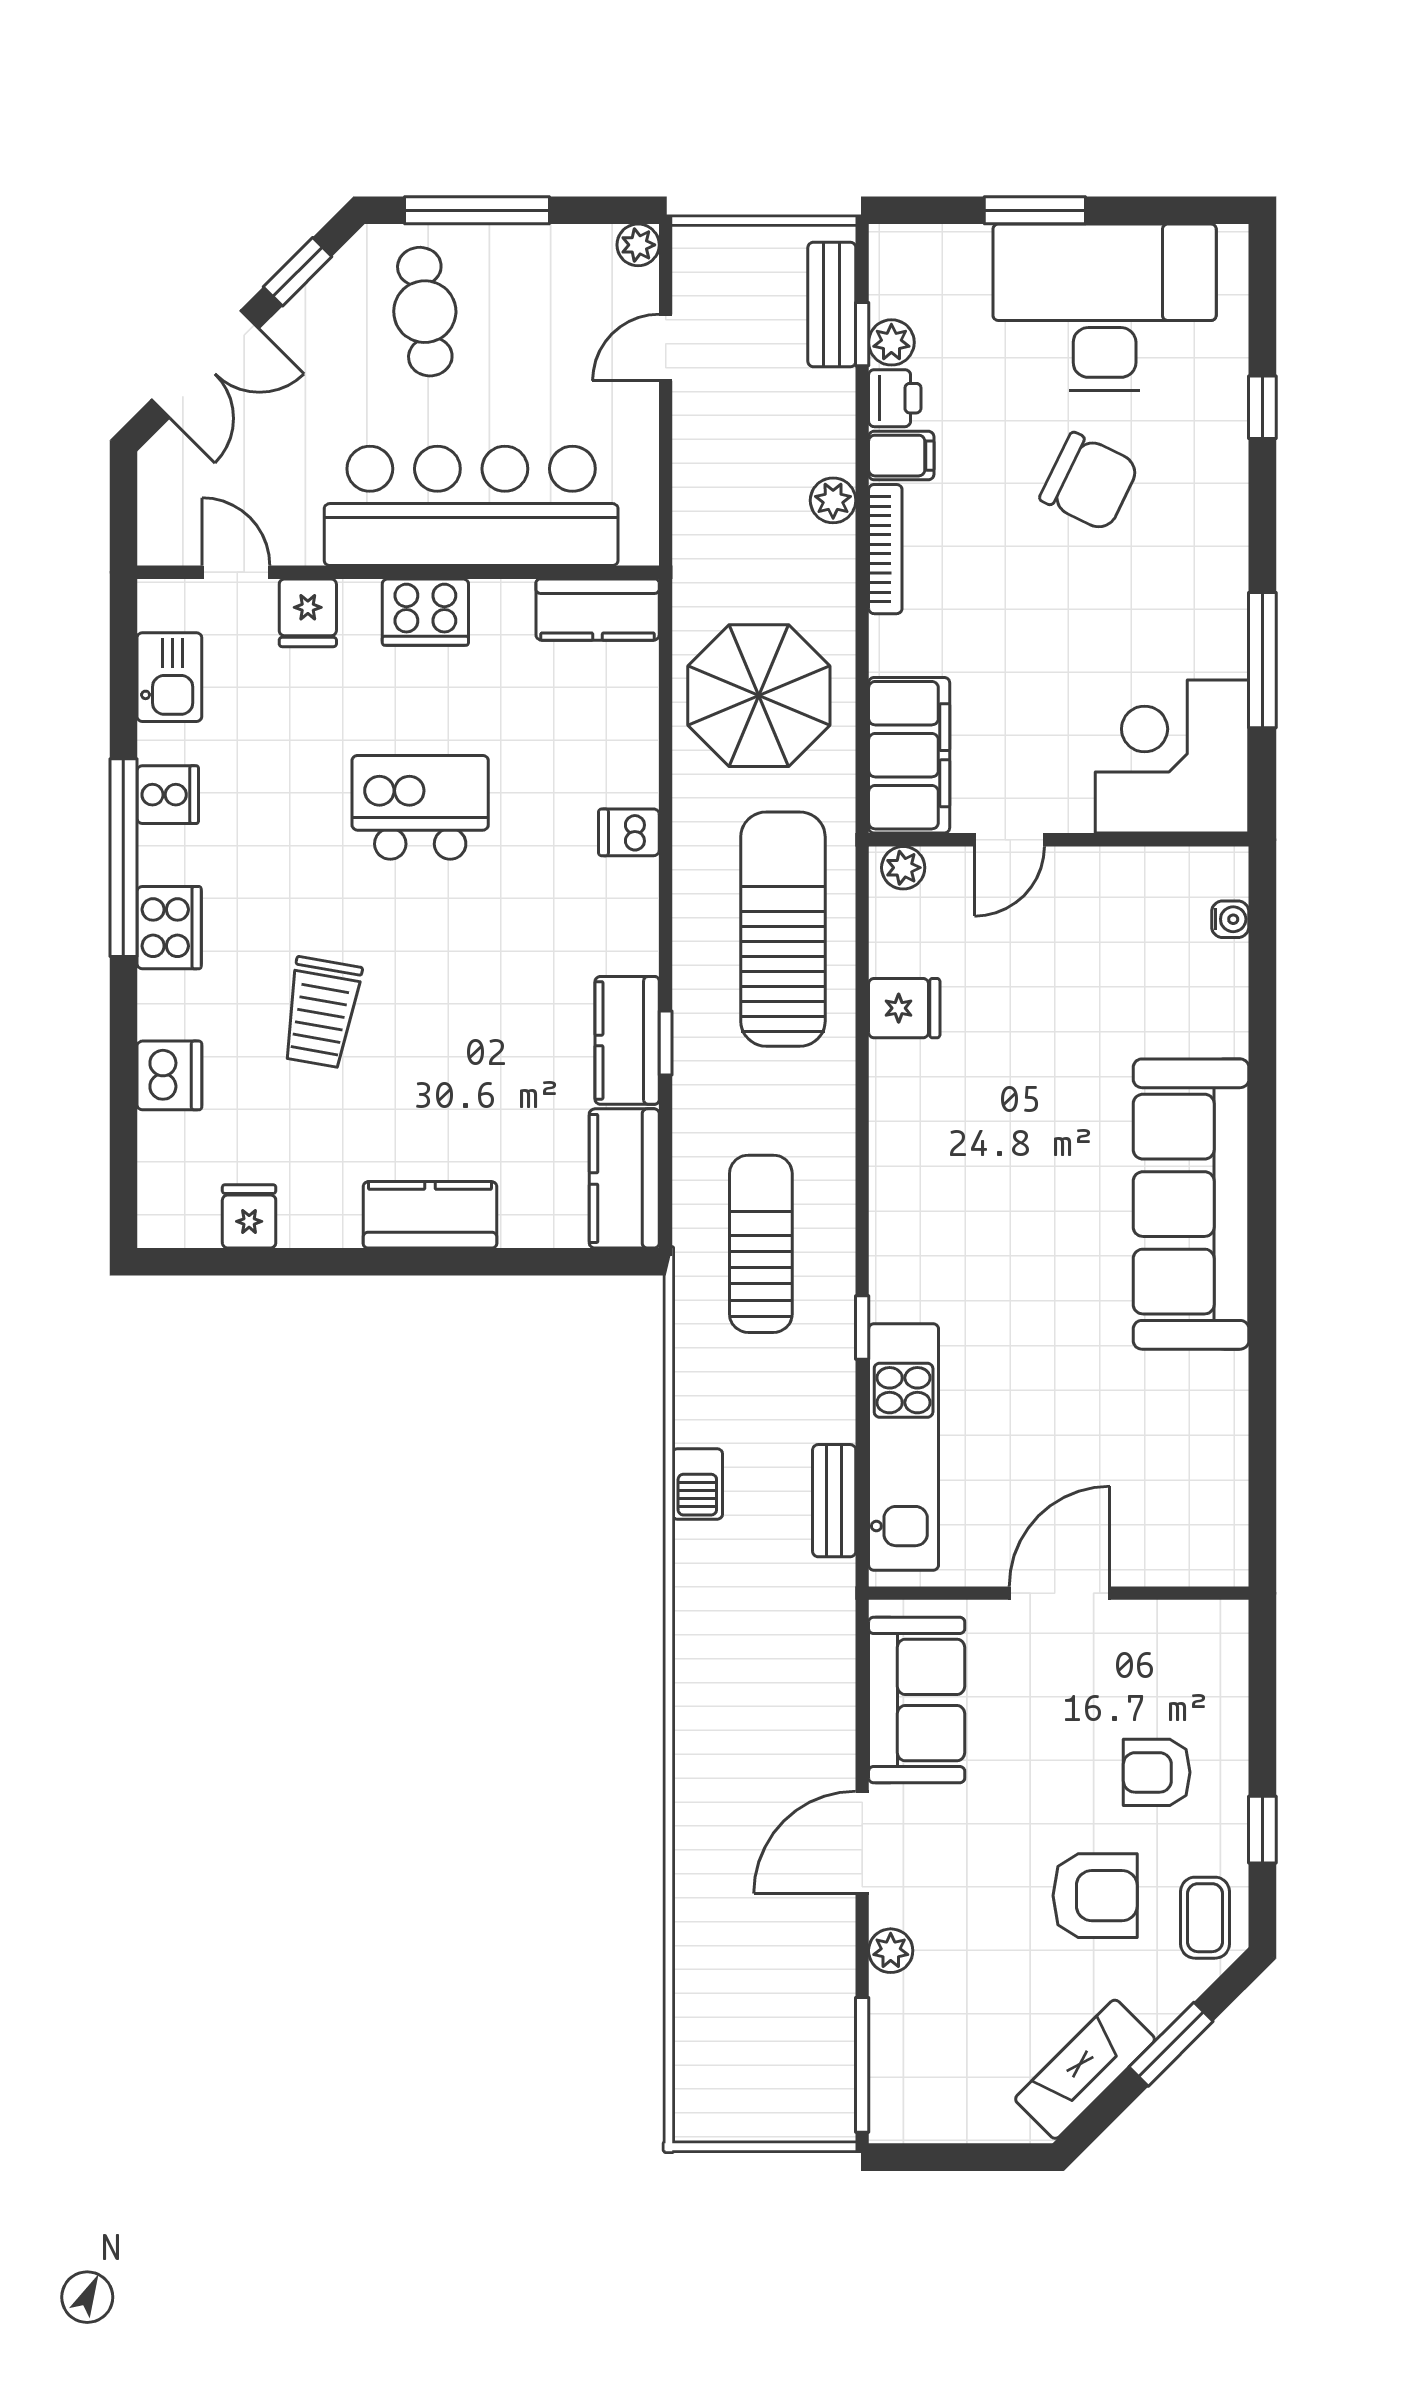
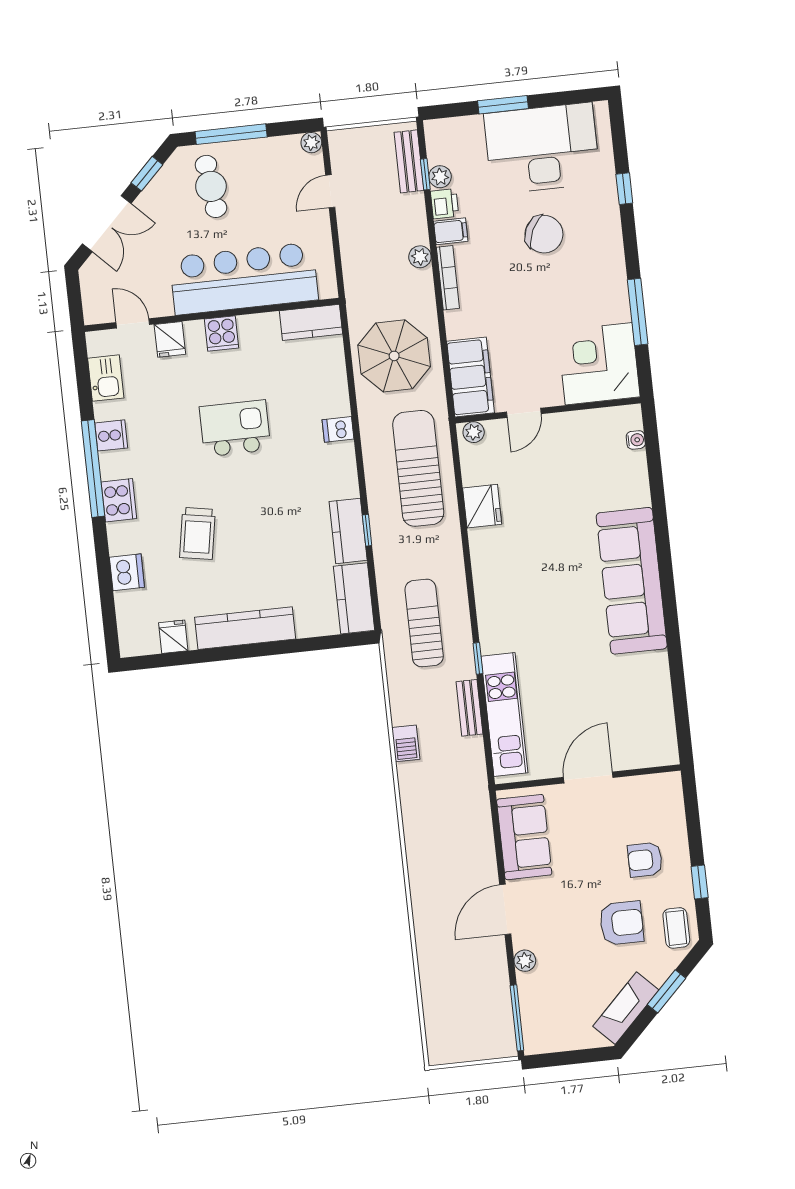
cooker: (425, 612) -> (222, 333), width x0.73
fridge: (904, 1008) -> (482, 506), width x1.38
kitchen counter: (430, 1215) -> (245, 628), width x1.50
bench: (834, 1501) -> (469, 708), moved

